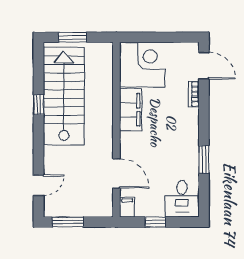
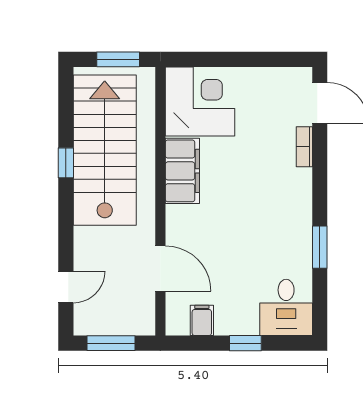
corner desk: (142, 65) -> (200, 102), moved
filing cabinet: (131, 110) -> (182, 171), moved
wall: (116, 130) -> (160, 201), moved
door: (116, 173) -> (160, 268), moved

